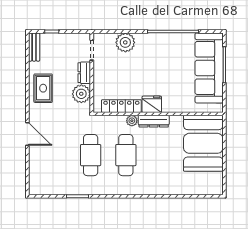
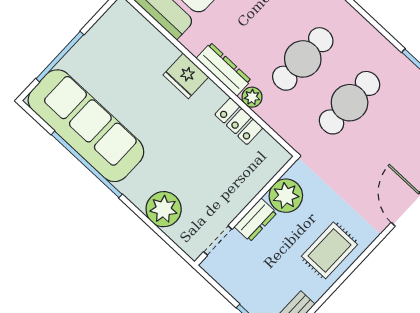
sofa: (209, 68) -> (86, 126), moved, turned -90
fridge: (152, 104) -> (186, 76), moved
locker: (121, 106) -> (239, 121), width x0.66

